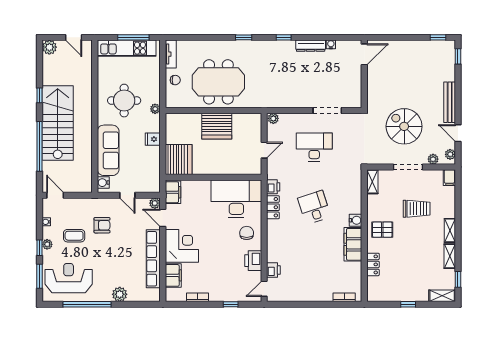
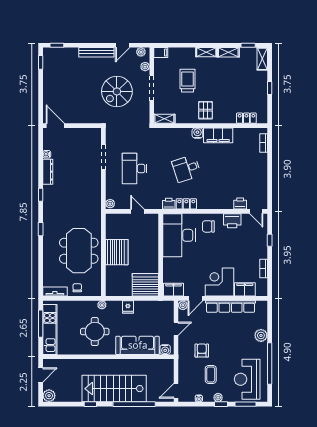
locker: (373, 264) -> (246, 118), moved

